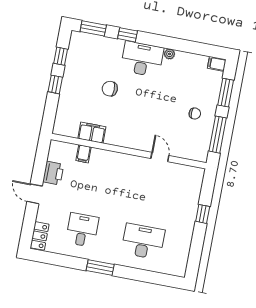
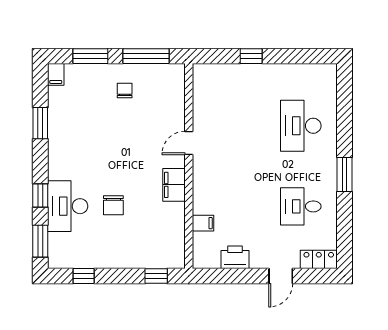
window: (182, 45) -> (40, 123), added
plant: (170, 54) -> (54, 137), removed
desk: (142, 59) -> (68, 206), moved
window: (55, 84) -> (156, 276), moved
filing cabinet: (92, 133) -> (174, 185), moved
door: (160, 157) -> (189, 143), moved
door: (35, 194) -> (281, 276), moved

